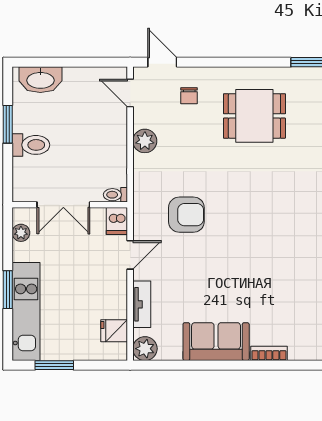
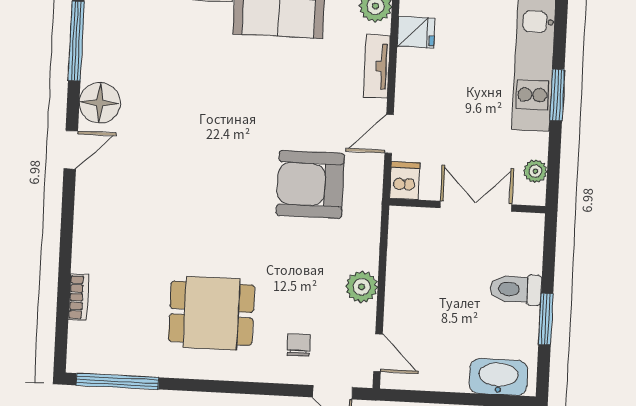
toilet: (115, 195) -> (405, 216), removed
armchair: (186, 215) -> (310, 184), width x1.36, depth x1.36

